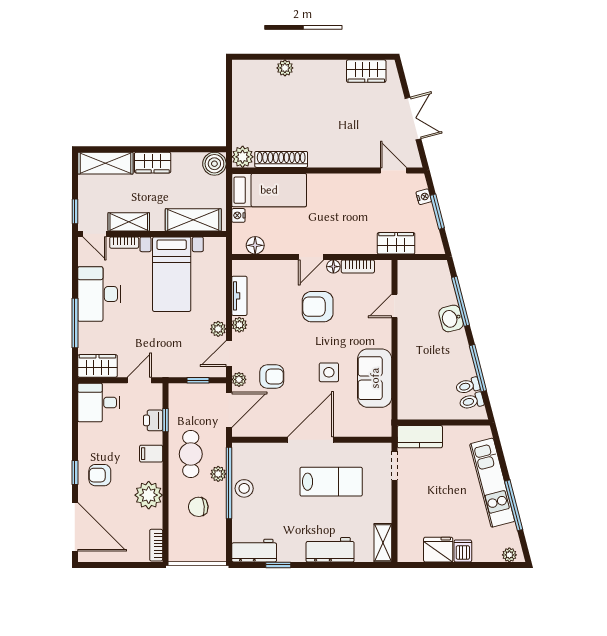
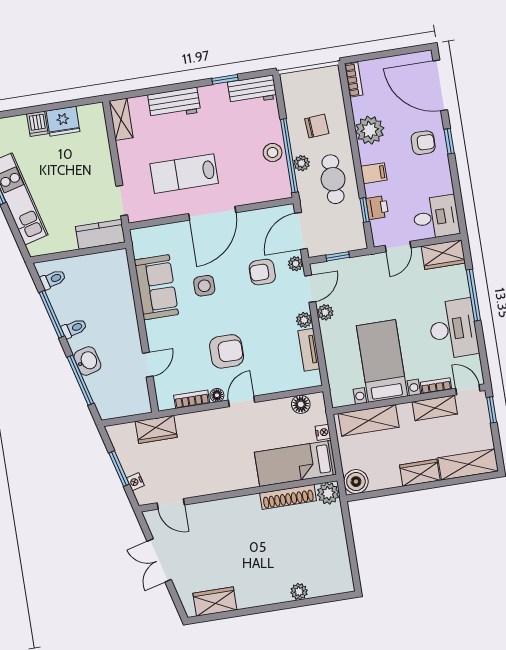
toilet: (468, 386) -> (74, 328), moved

